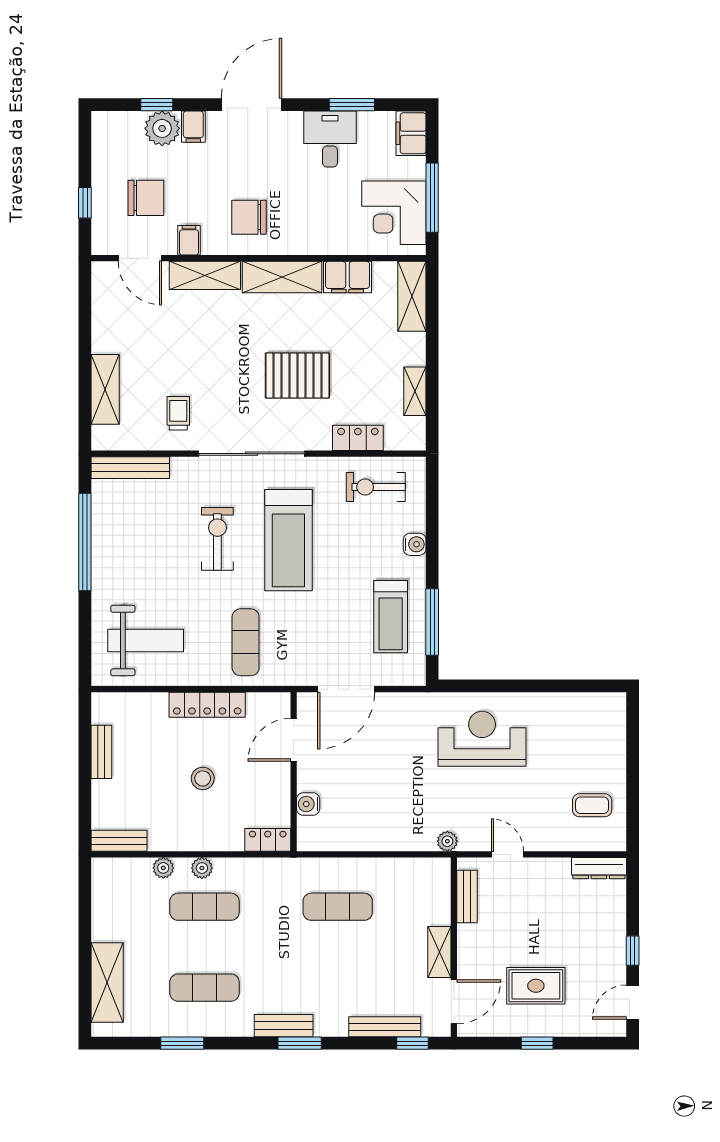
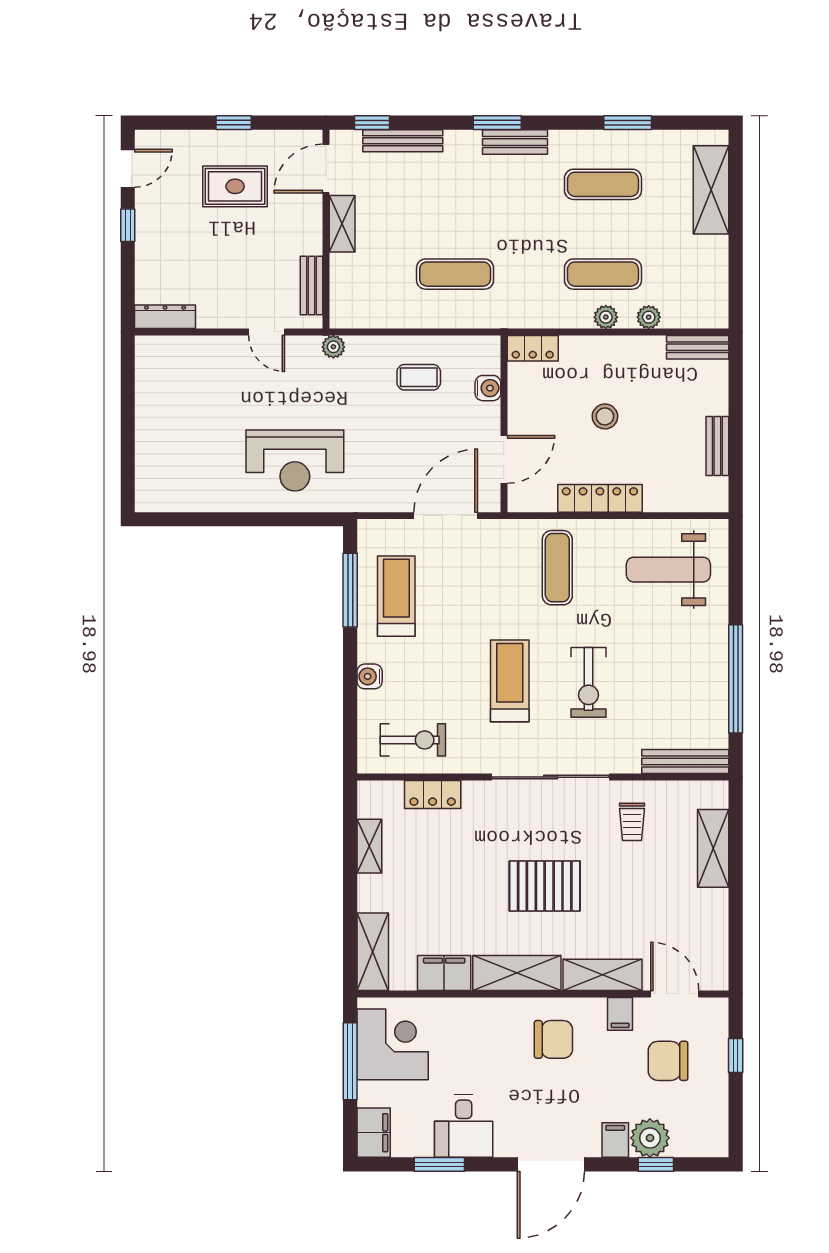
pallet: (297, 375) -> (545, 886), moved
treadmill: (288, 540) -> (510, 681), width x0.73, depth x0.73
coffee table: (592, 805) -> (419, 377), moved

